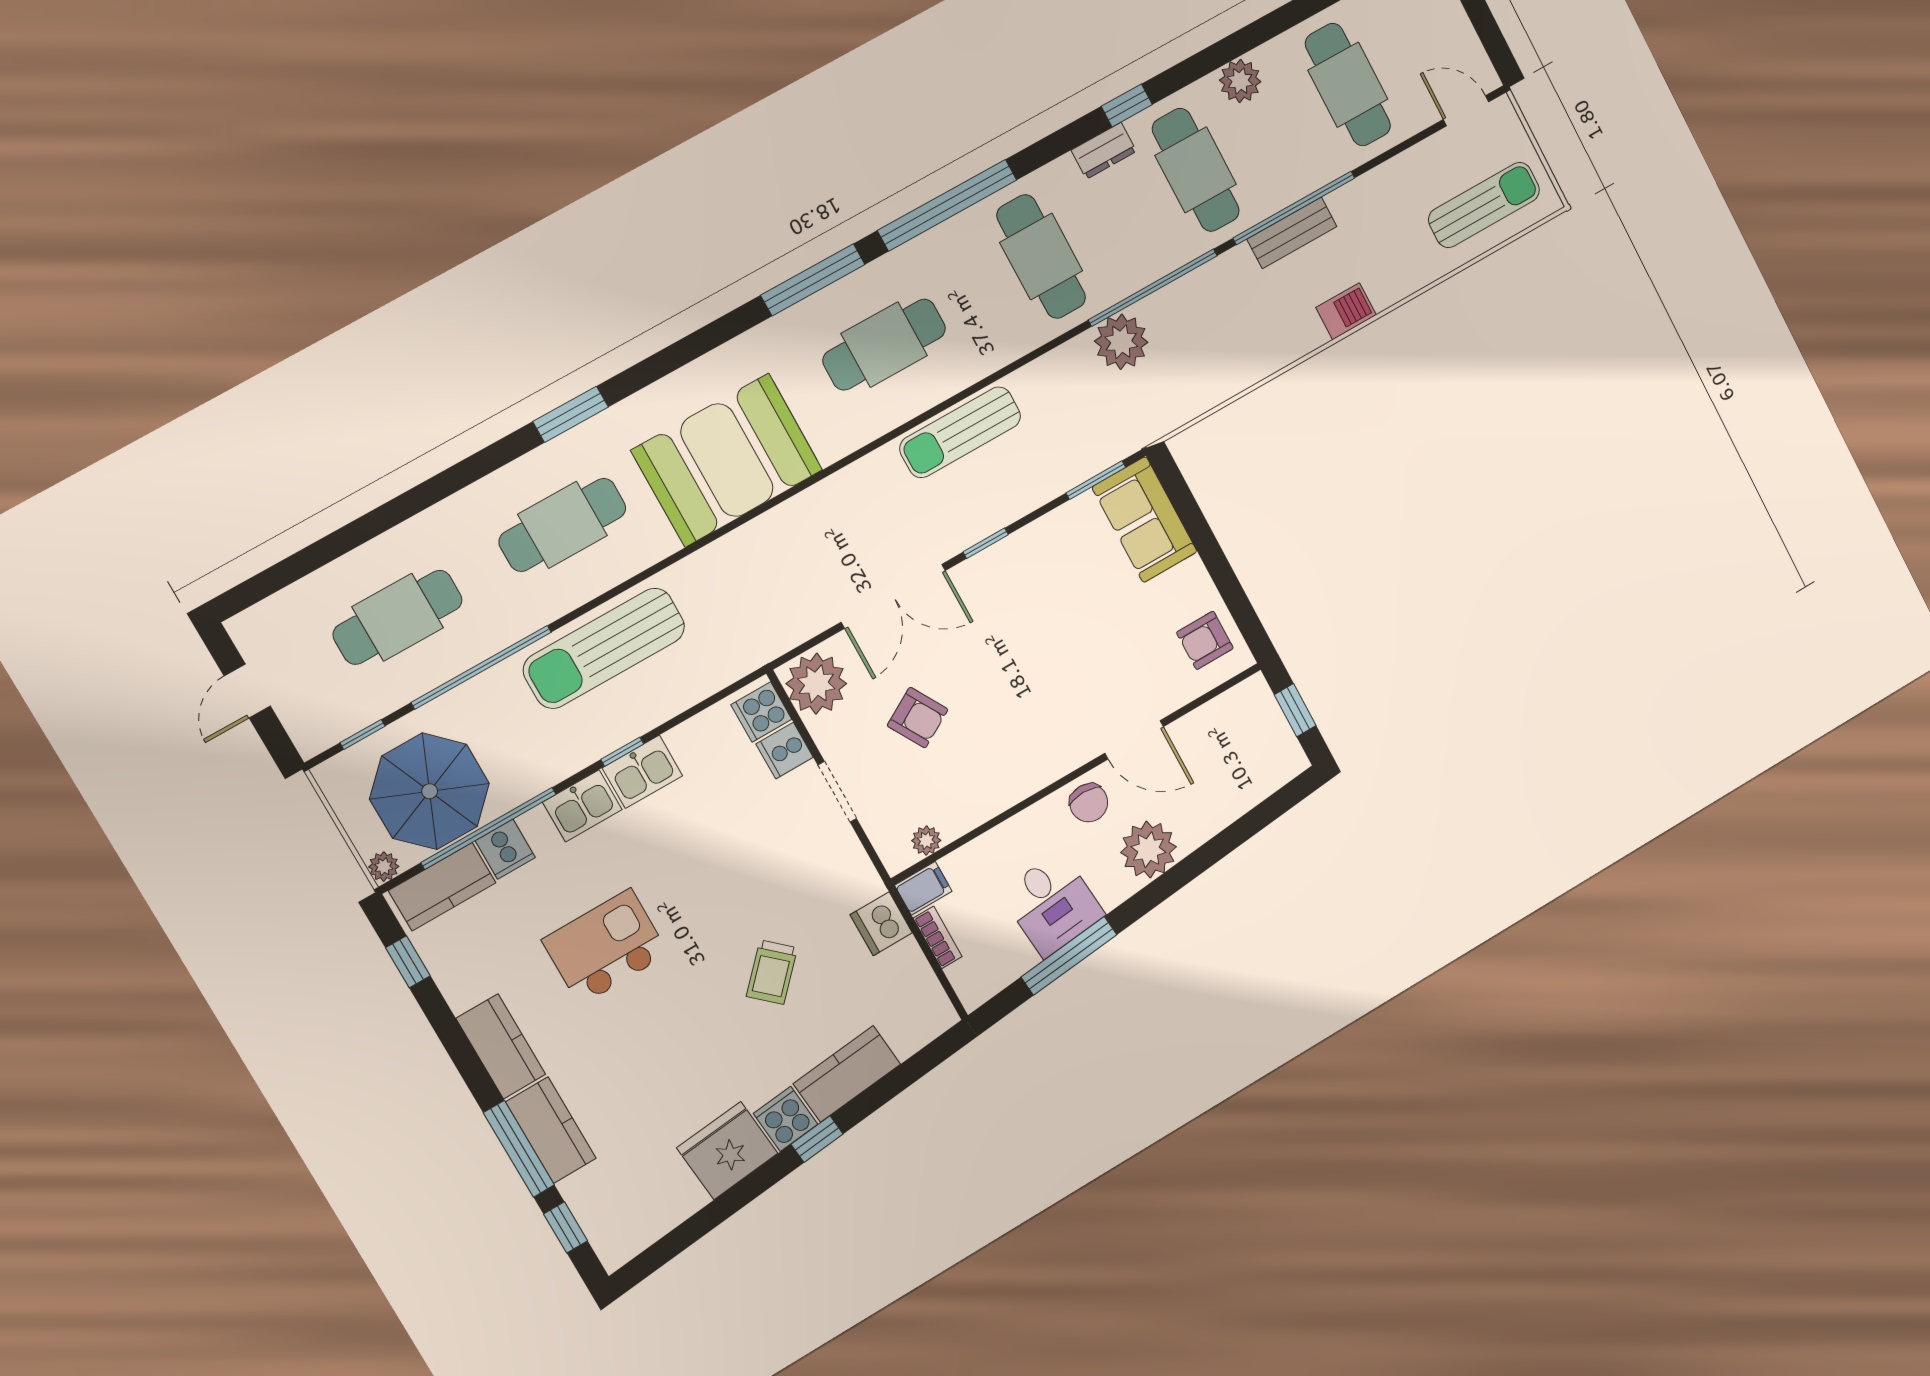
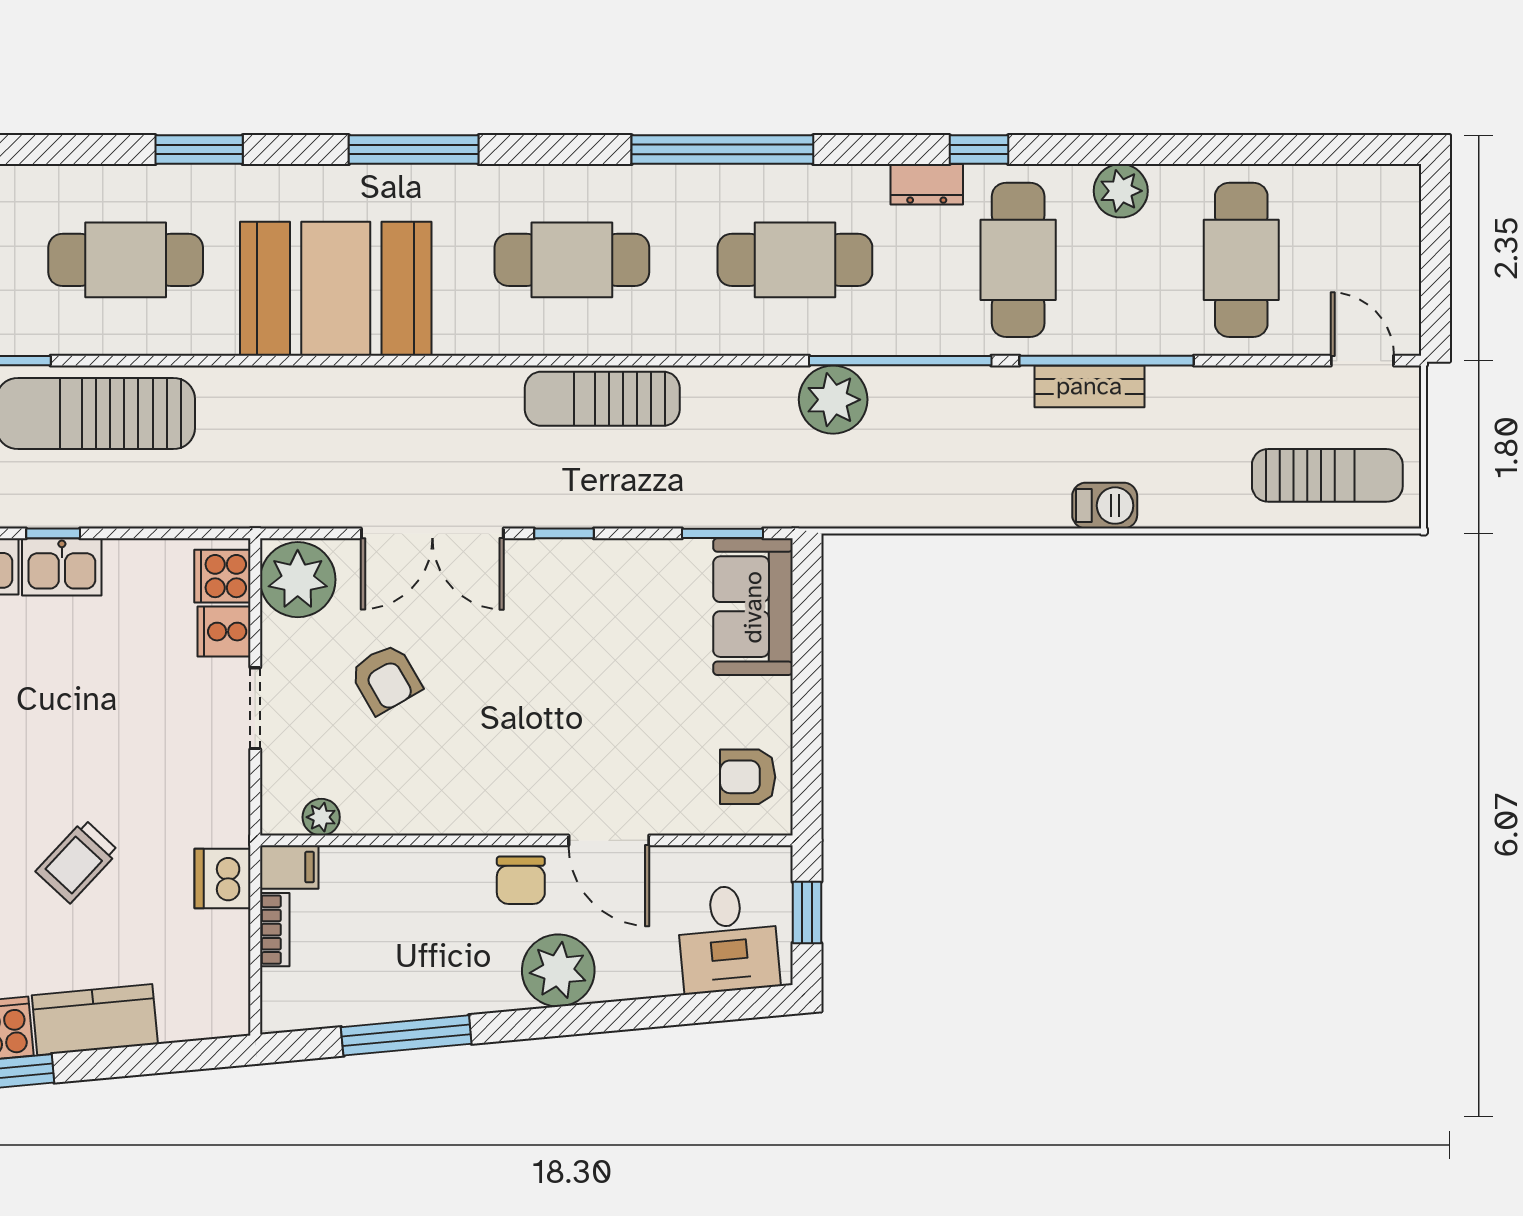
cafe table: (1041, 257) -> (795, 260), turned 90
window: (813, 280) -> (414, 150), moved
desk: (1052, 904) -> (728, 939), moved

